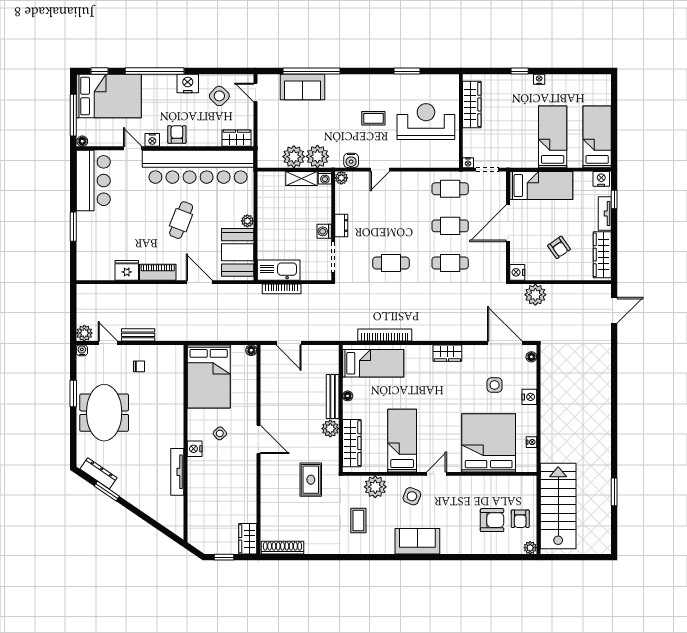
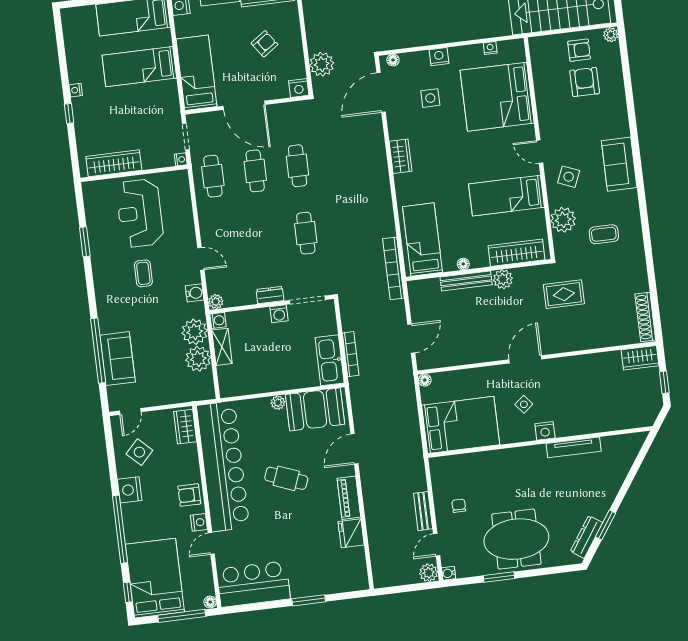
bookcase: (385, 335) -> (393, 268), moved

